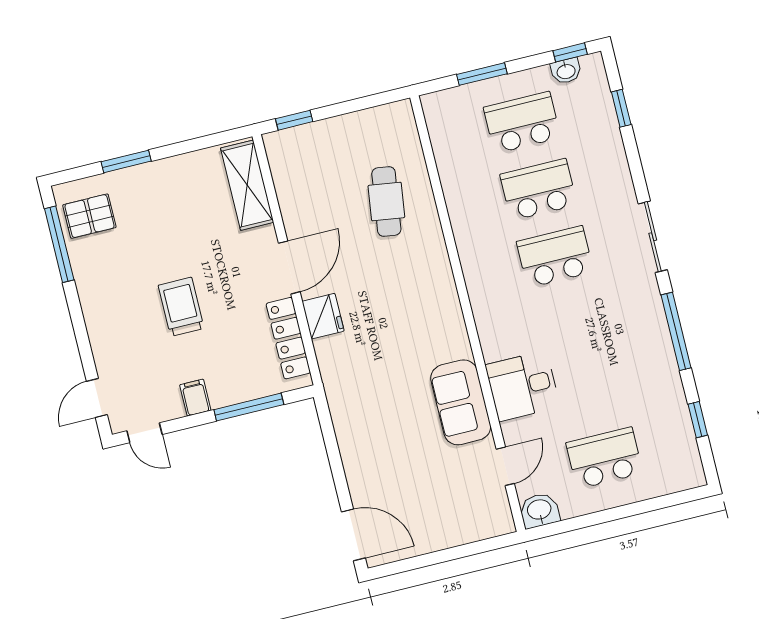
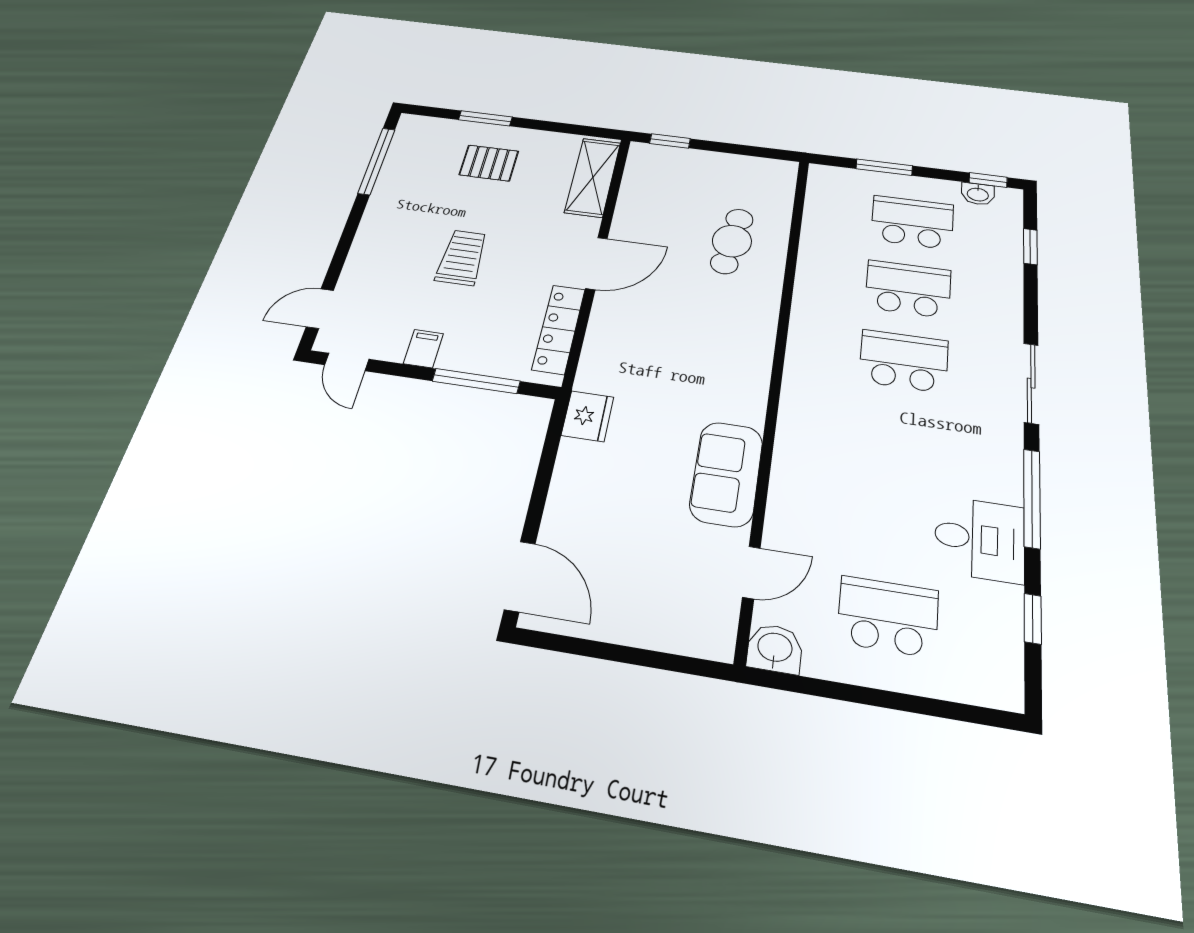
pallet: (89, 216) -> (489, 163), moved
fridge: (323, 316) -> (588, 416), moved
desk: (523, 386) -> (980, 539), moved, turned 180

